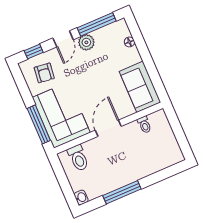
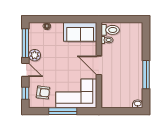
window: (39, 124) -> (63, 111), moved
toilet: (78, 158) -> (110, 30), moved

